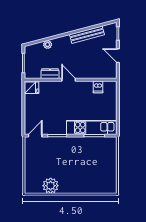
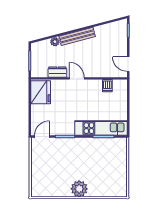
bench: (87, 35) -> (77, 36), moved
door: (118, 56) -> (128, 64), moved
fridge: (31, 88) -> (41, 92), width x1.88, depth x1.34
plant: (51, 186) -> (79, 189), moved

